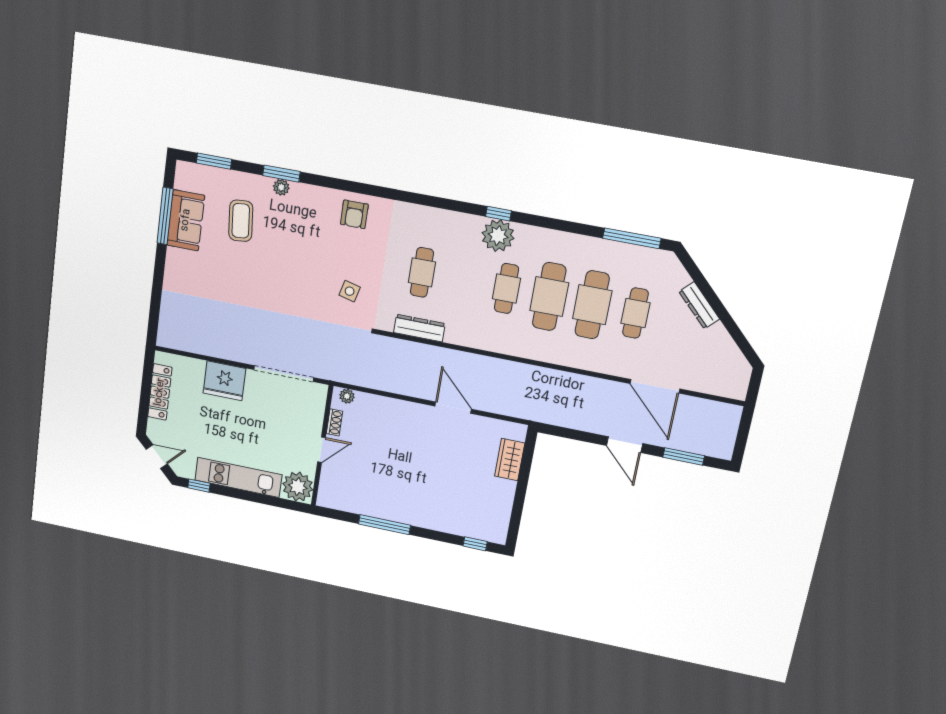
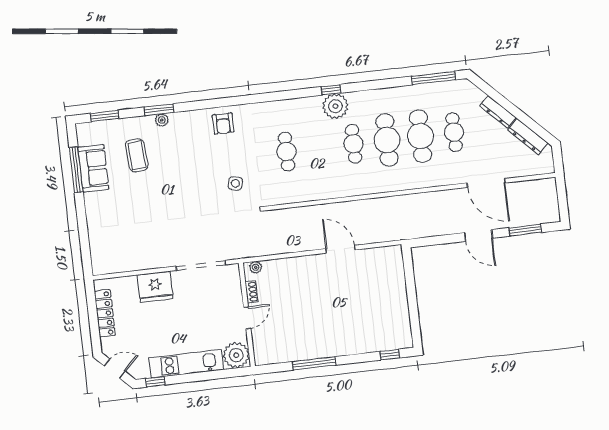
dresser: (419, 328) -> (528, 137), moved, turned -135
wardrobe: (510, 460) -> (396, 276), removed

